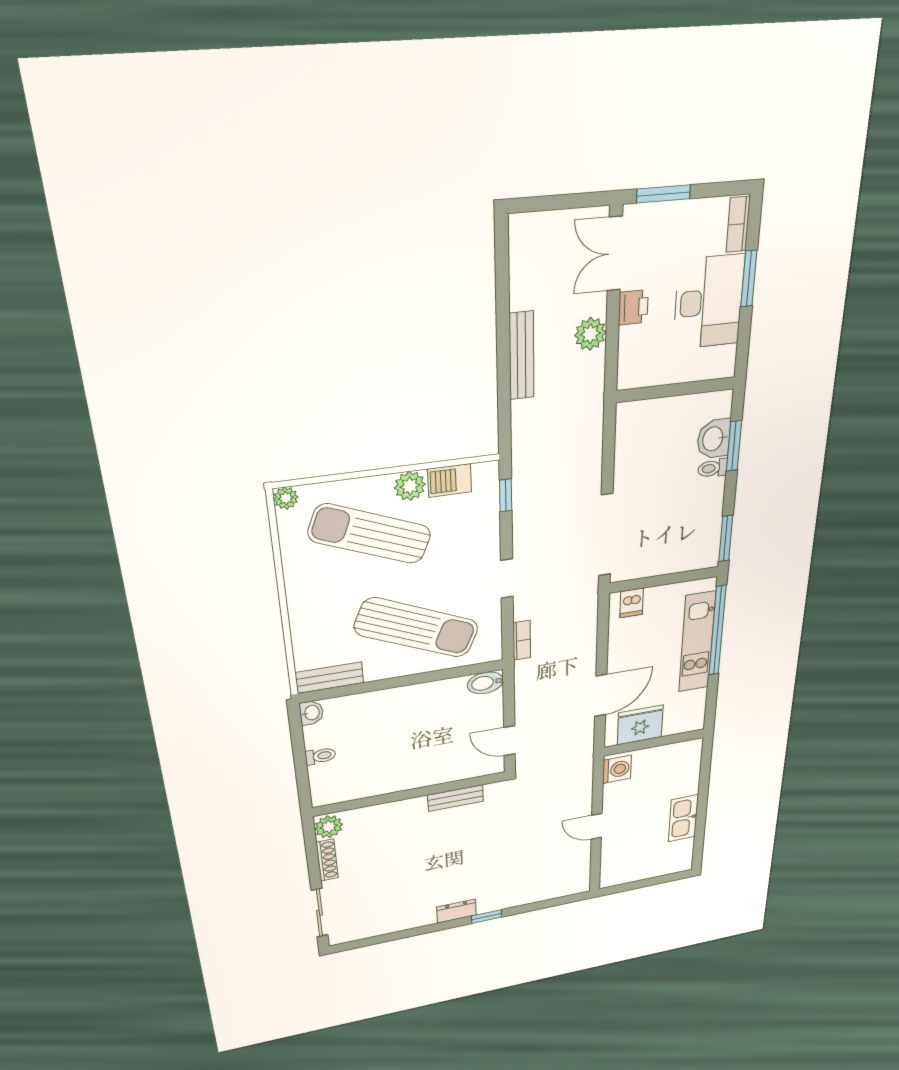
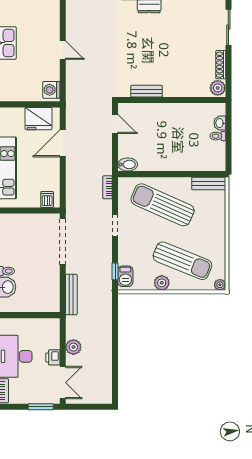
bench: (522, 356) -> (71, 295), moved
barbecue: (450, 480) -> (125, 276), moved, turned 90
washbasin: (311, 713) -> (220, 123), moved

